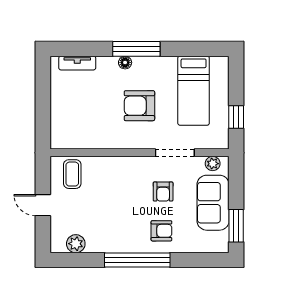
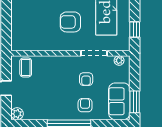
sofa: (213, 203) -> (119, 101), moved
armchair: (161, 231) -> (85, 105), turned -90
plant: (76, 244) -> (17, 114), moved

